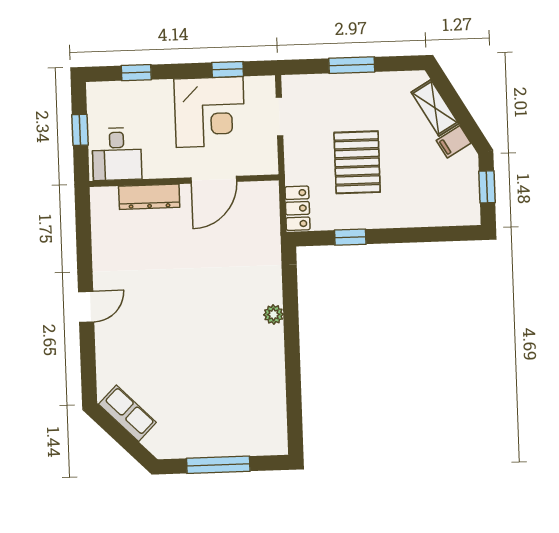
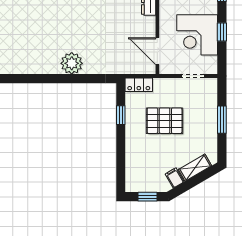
window: (228, 69) -> (222, 32), moved
door: (214, 180) -> (157, 51), moved
plant: (274, 314) -> (72, 63), width x1.87, depth x1.87

